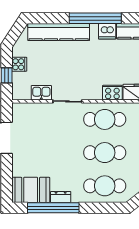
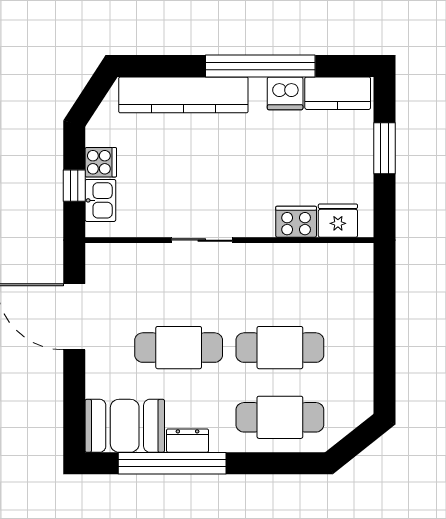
kitchen sink: (41, 93) -> (100, 200), moved, turned 90
cafe table: (105, 119) -> (179, 348), moved

